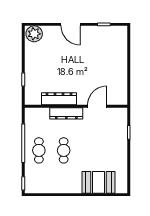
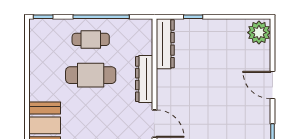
door: (70, 24) -> (272, 85), hinge flipped
dresser: (59, 99) -> (165, 44), moved
cafe table: (64, 150) -> (91, 75), width x1.37, depth x1.35

